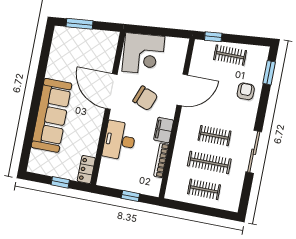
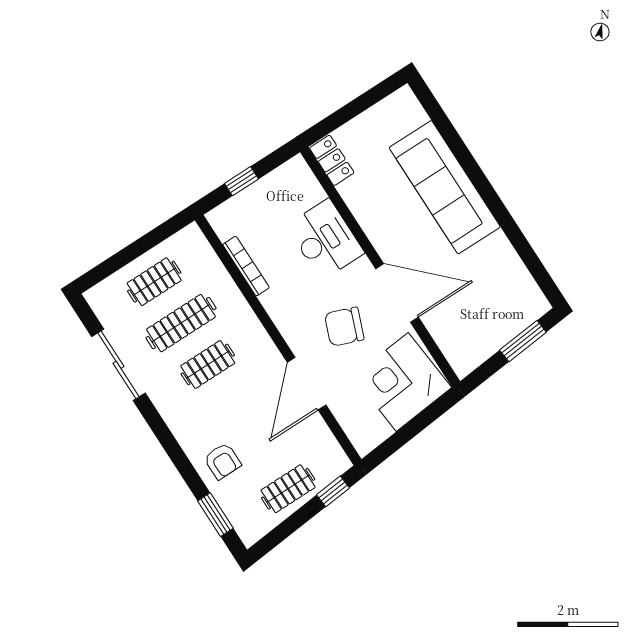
filing cabinet: (164, 130) -> (281, 308), removed
sliding door: (254, 152) -> (119, 365), moved
window: (60, 182) -> (350, 111), removed

